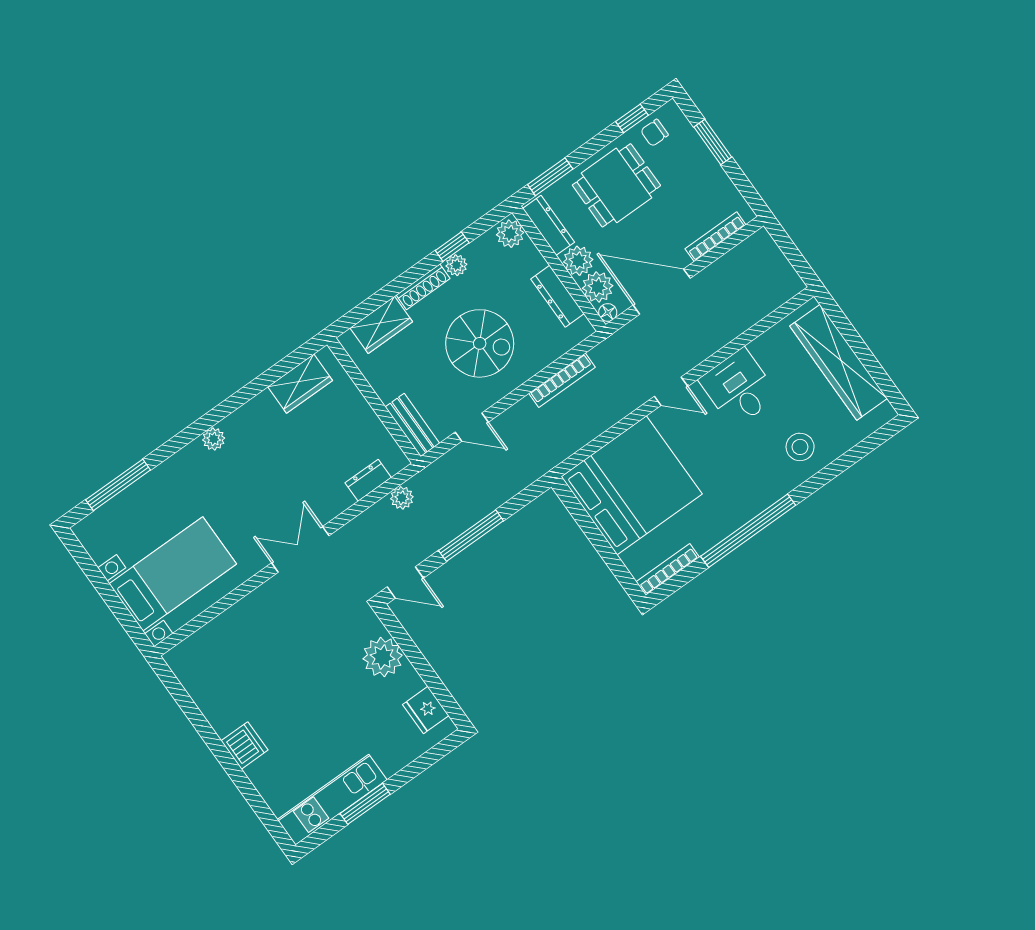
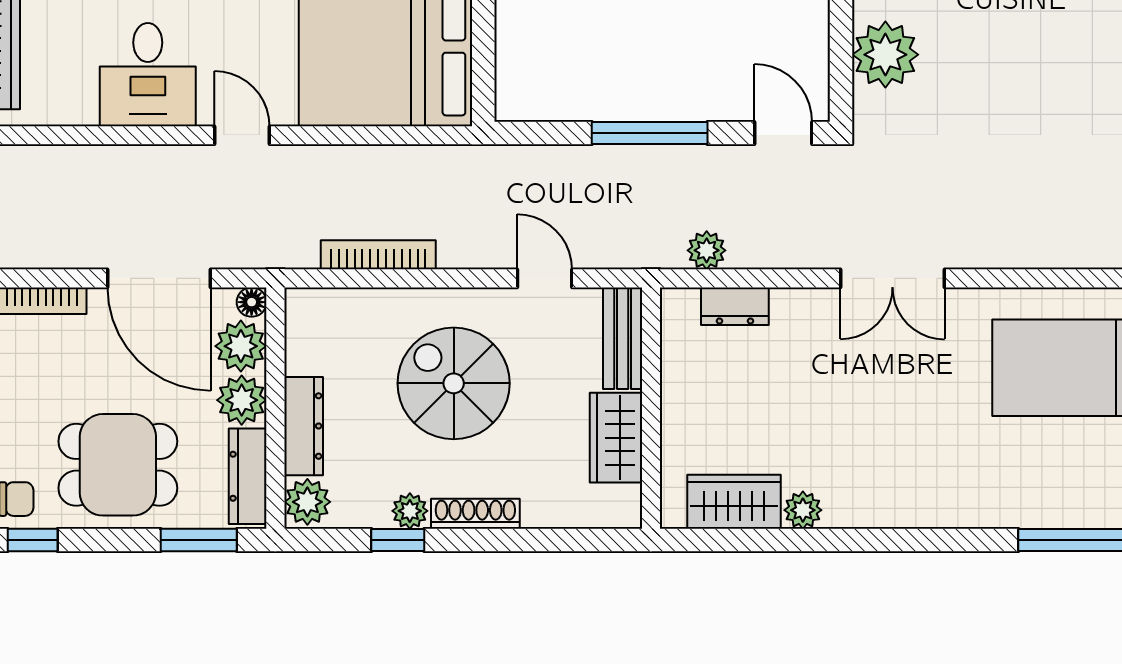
dresser: (558, 296) -> (304, 426), moved
wardrobe: (381, 325) -> (616, 438), moved, turned -90
plant: (214, 439) -> (803, 510), moved

